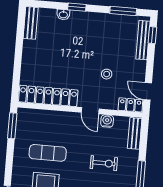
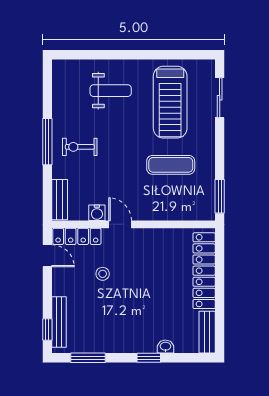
locker: (48, 96) -> (204, 271), moved, turned 90
locker: (130, 105) -> (77, 236), width x1.53
exercise bike: (104, 163) -> (80, 147), moved

